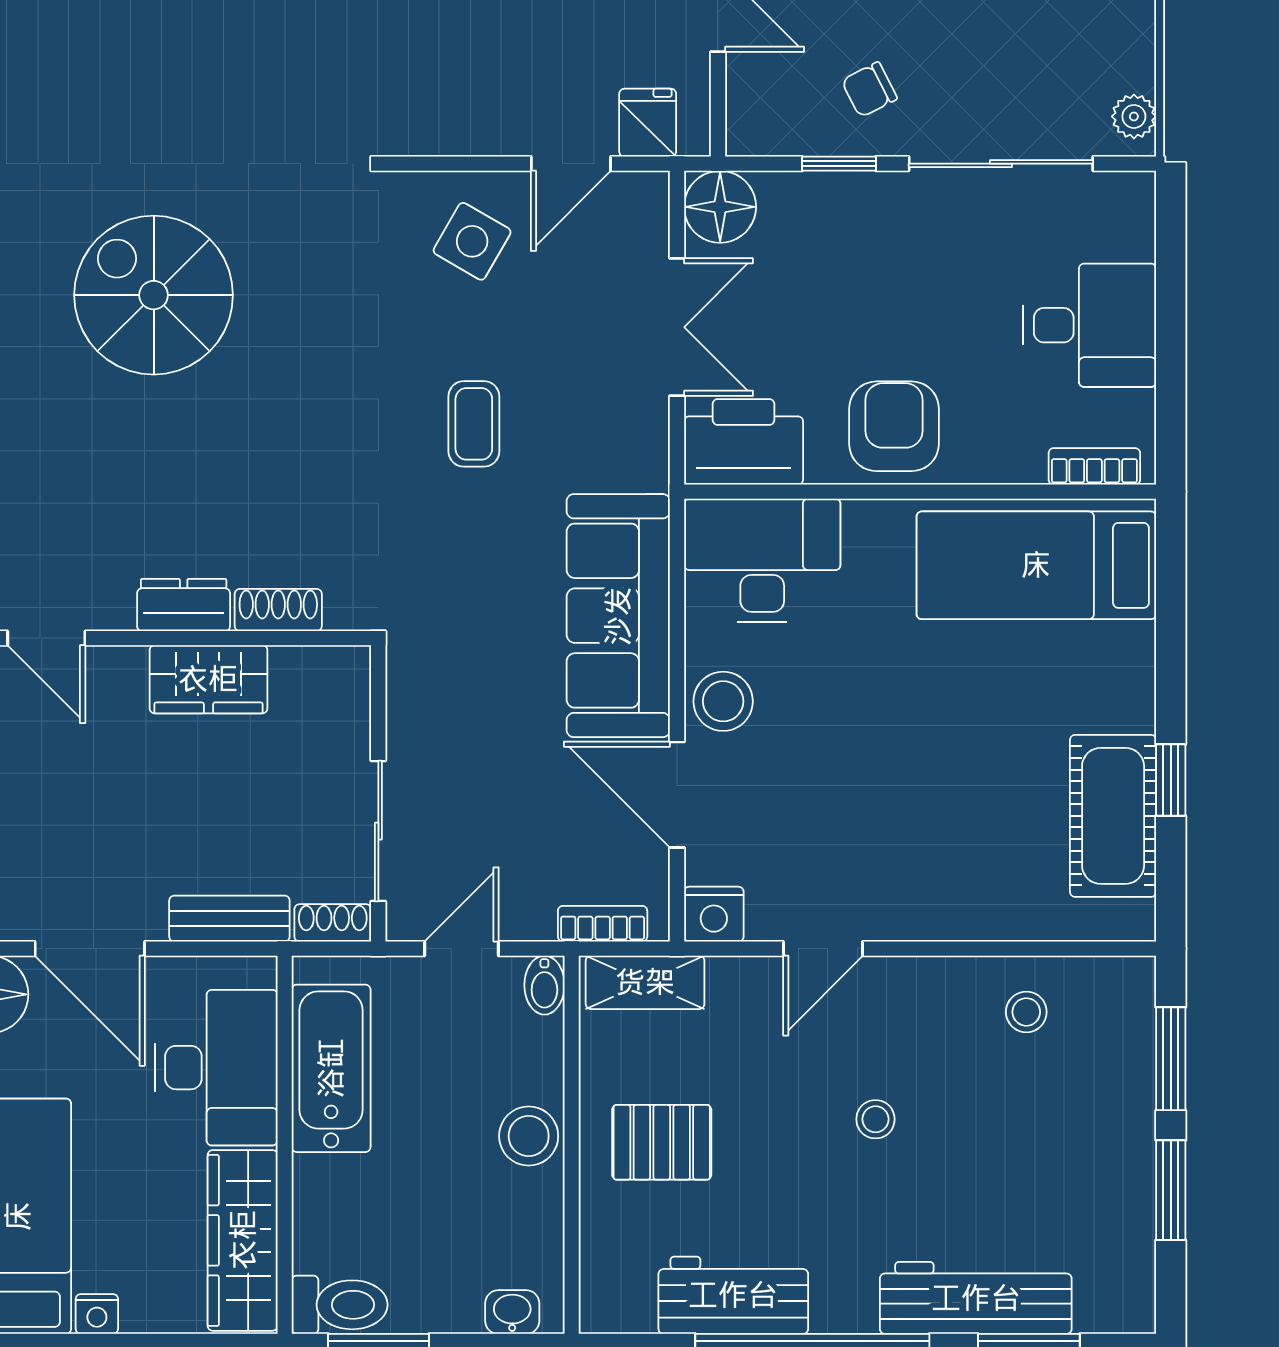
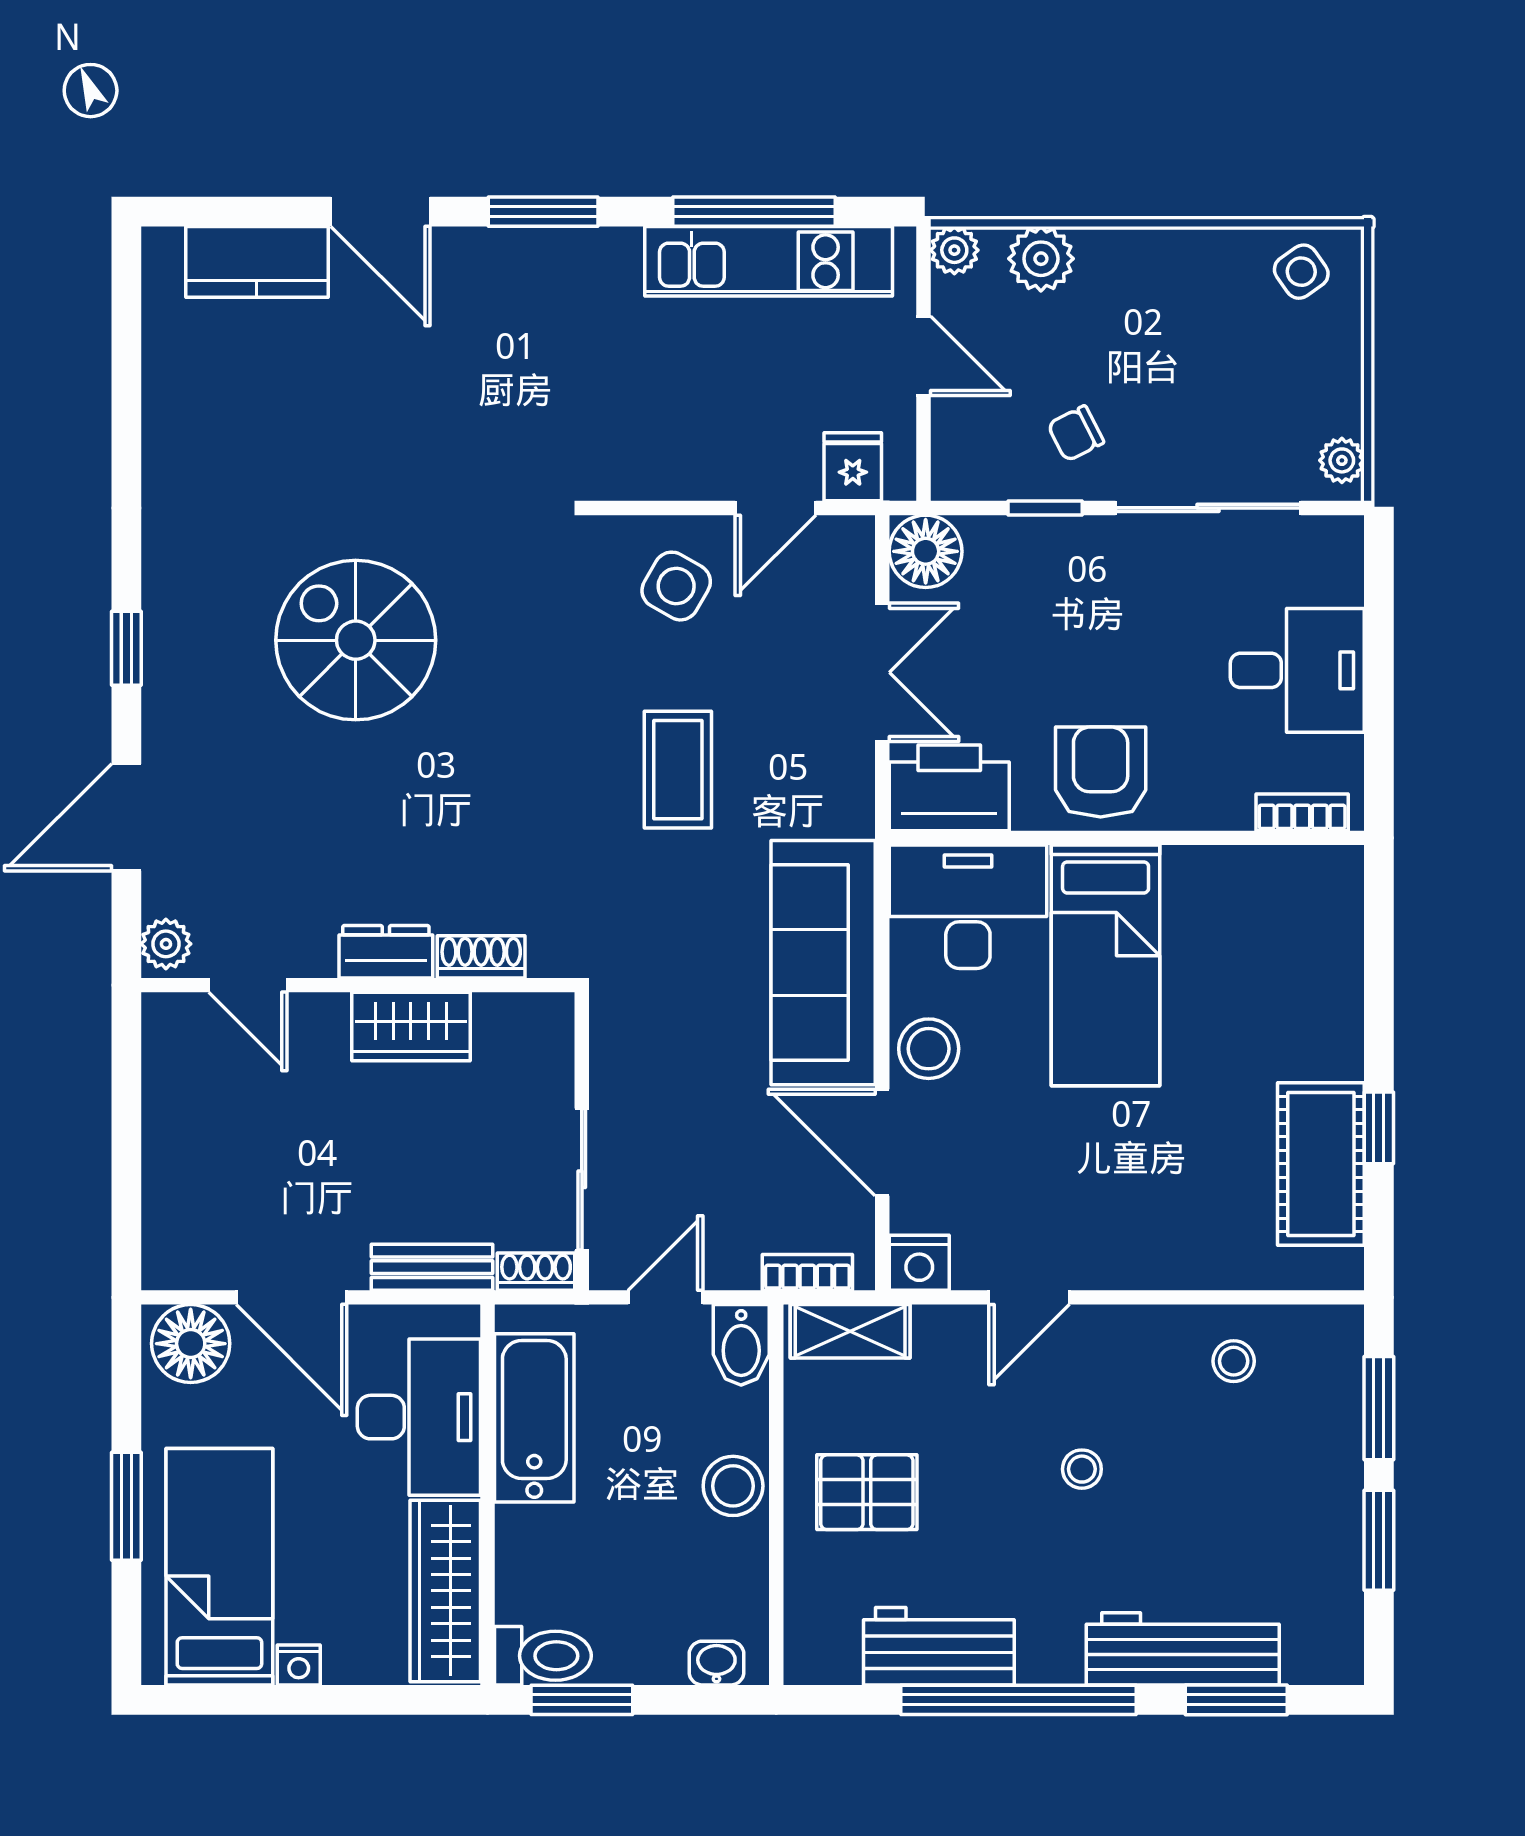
coffee table: (474, 424) -> (678, 770), width x1.36, depth x1.30
bed: (1036, 565) -> (1106, 965), moved, turned -90
bidet: (544, 985) -> (741, 1345), width x1.38, depth x1.36

